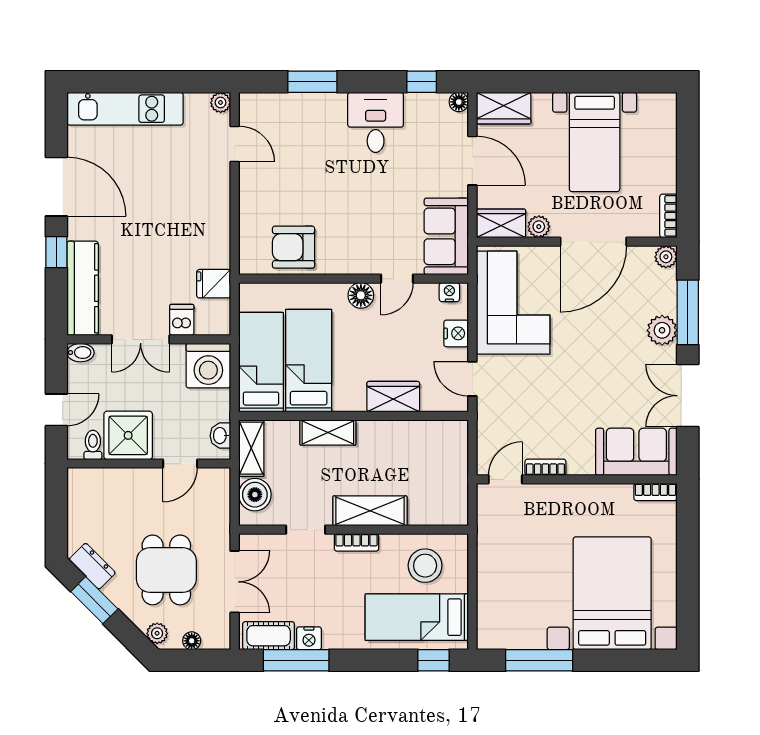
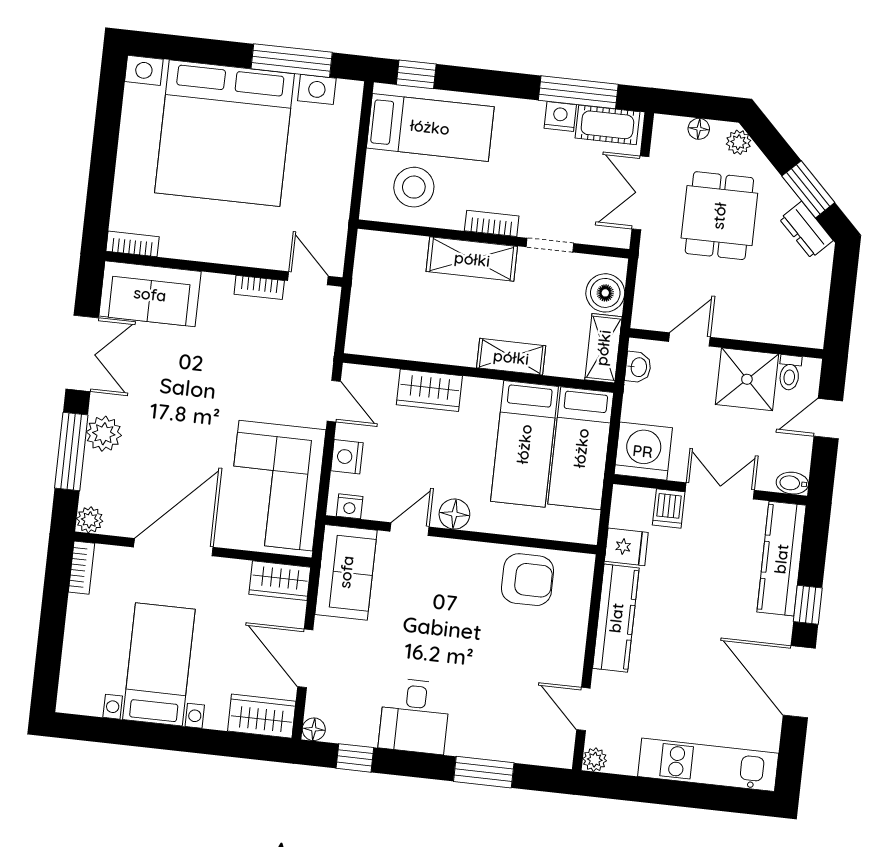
kitchen counter: (216, 223) -> (616, 618), added
plant: (539, 227) -> (236, 572), removed
door: (505, 479) -> (308, 278), swing flipped
bed with nightstands: (612, 593) -> (224, 133), width x1.36

